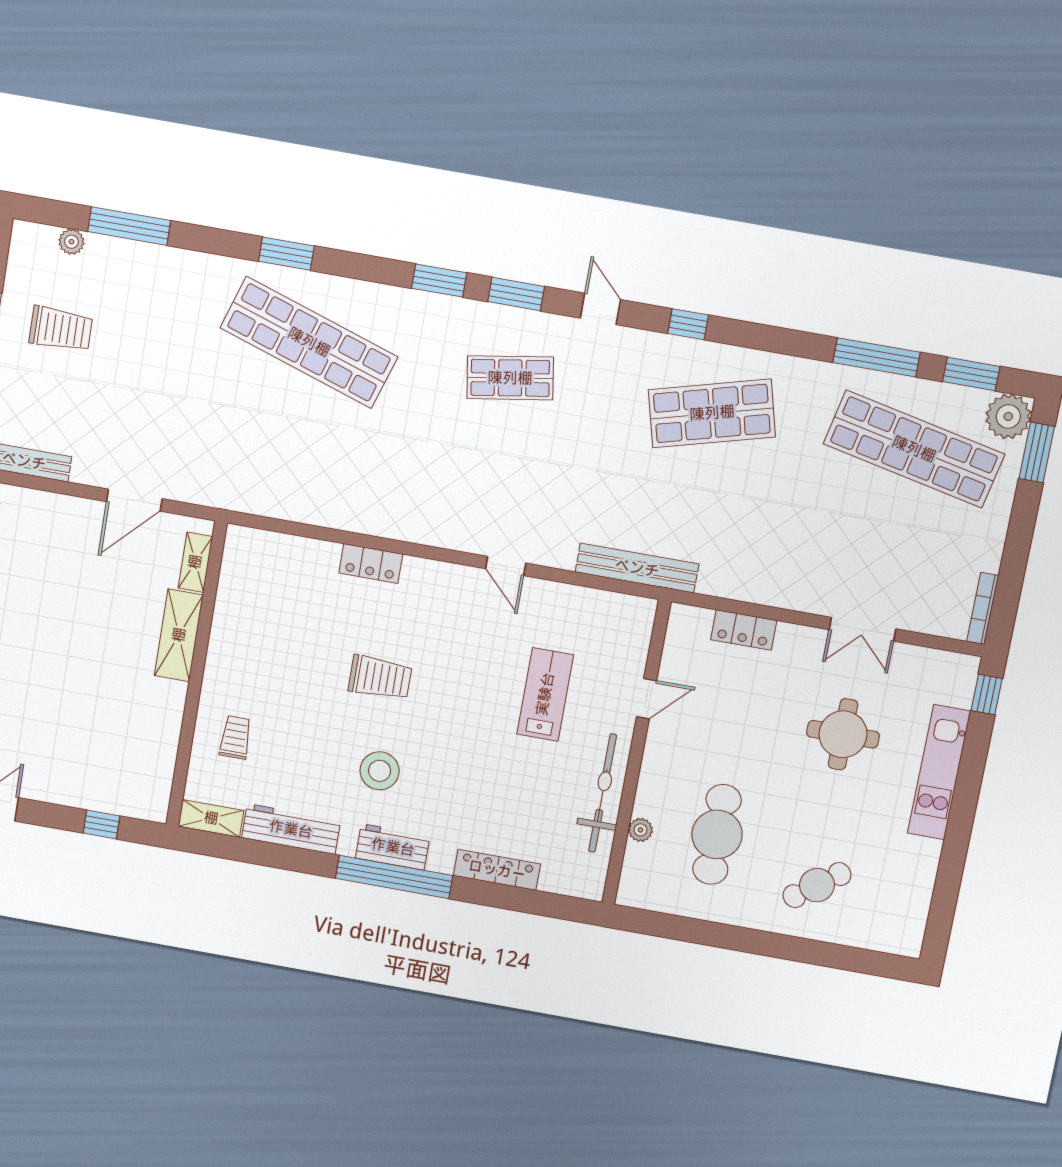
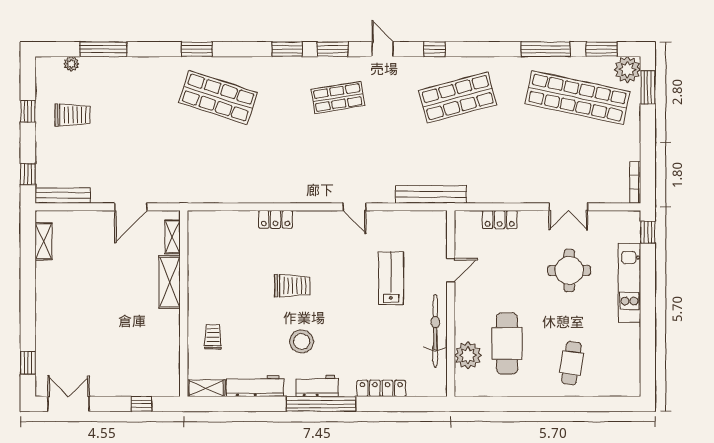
shop shelf: (309, 342) -> (218, 98), width x0.71
plant: (640, 830) -> (468, 355), width x1.87, depth x1.87
cafe table: (817, 885) -> (571, 363), turned -45

